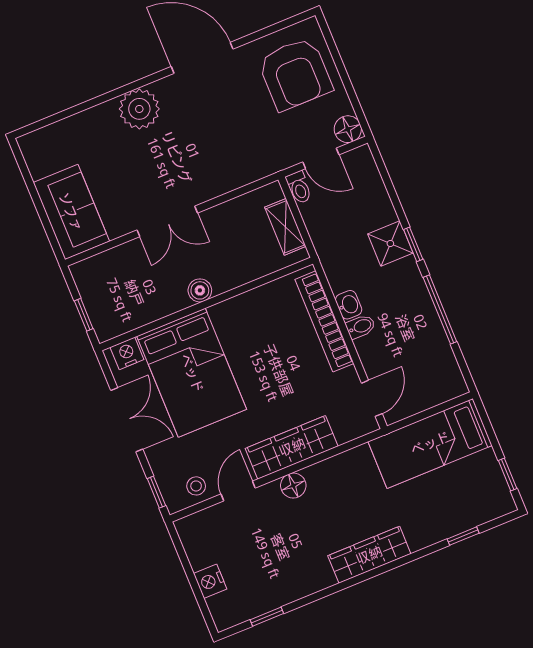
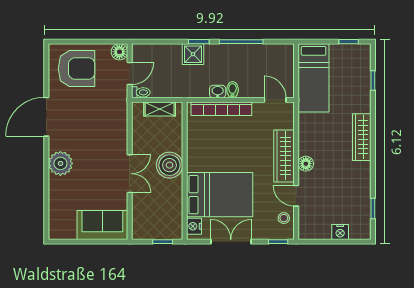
boiler: (200, 290) -> (169, 165), width x1.86, depth x1.86

